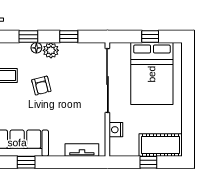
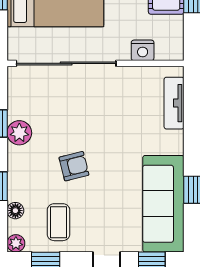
floor lamp: (36, 48) -> (15, 211), moved
plant: (51, 50) -> (19, 133), moved

